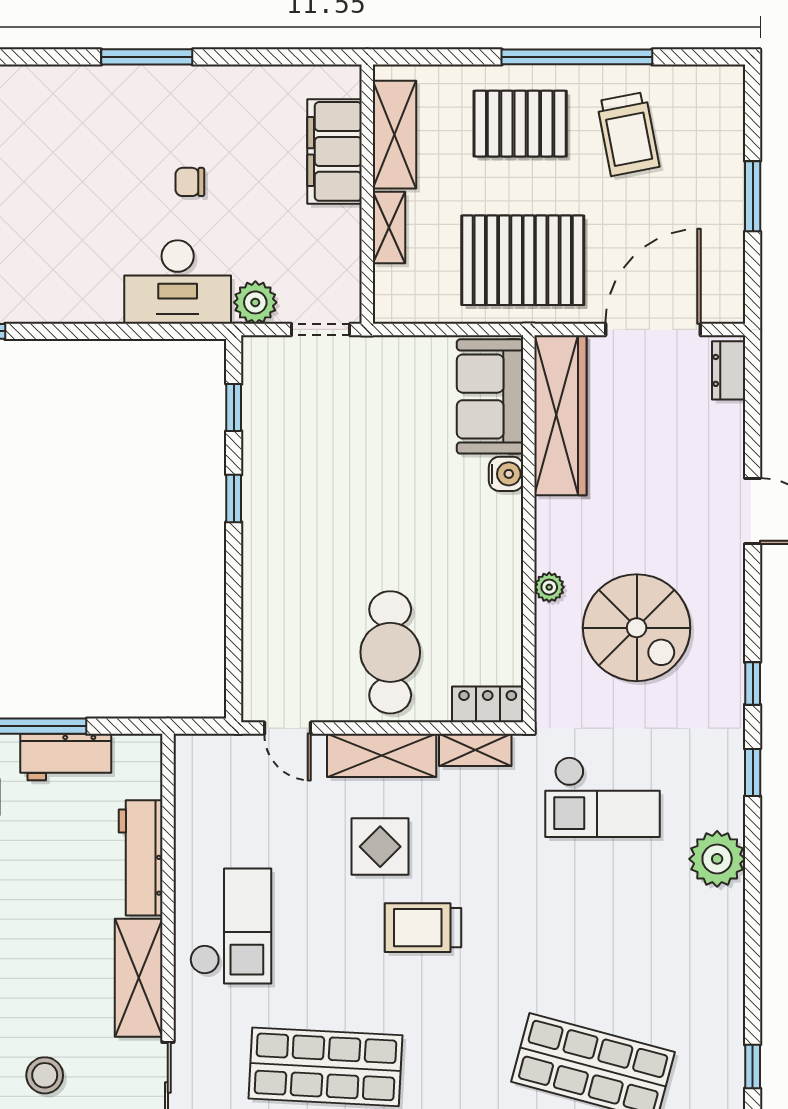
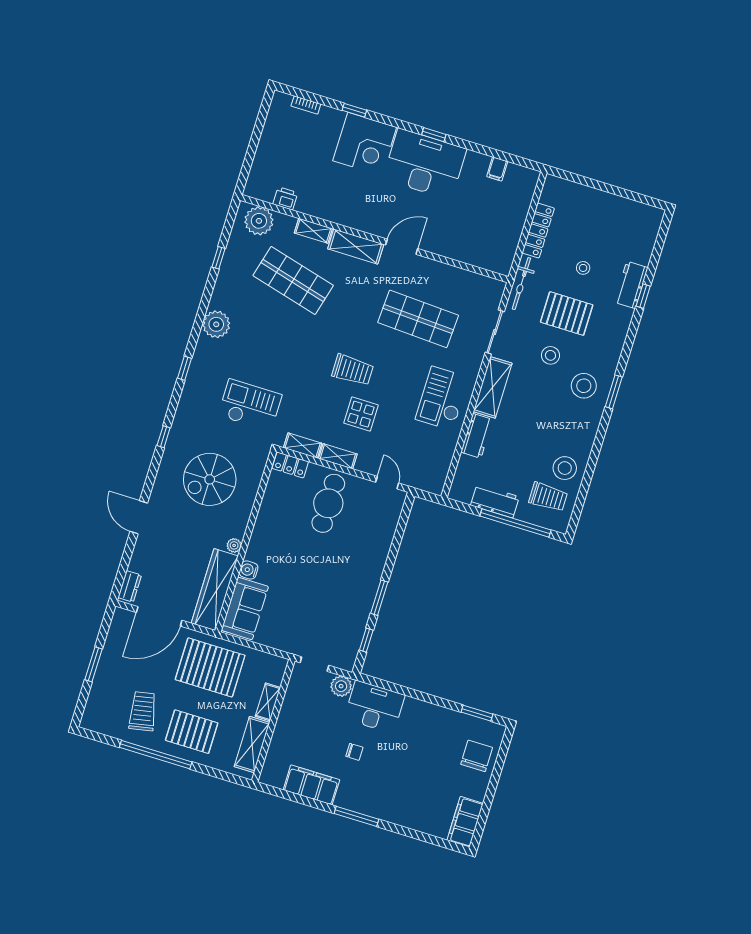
filing cabinet: (334, 151) -> (311, 785), moved, turned -90
window: (234, 498) -> (379, 598), width x1.50
plant: (549, 587) -> (234, 545), moved
spiral stairs: (637, 628) -> (210, 479), turned -90
shelving: (382, 755) -> (338, 456), width x0.67, depth x0.75
window: (753, 772) -> (185, 368), moved
workbench: (141, 858) -> (477, 436), width x0.73
plant: (717, 859) -> (216, 324), moved

